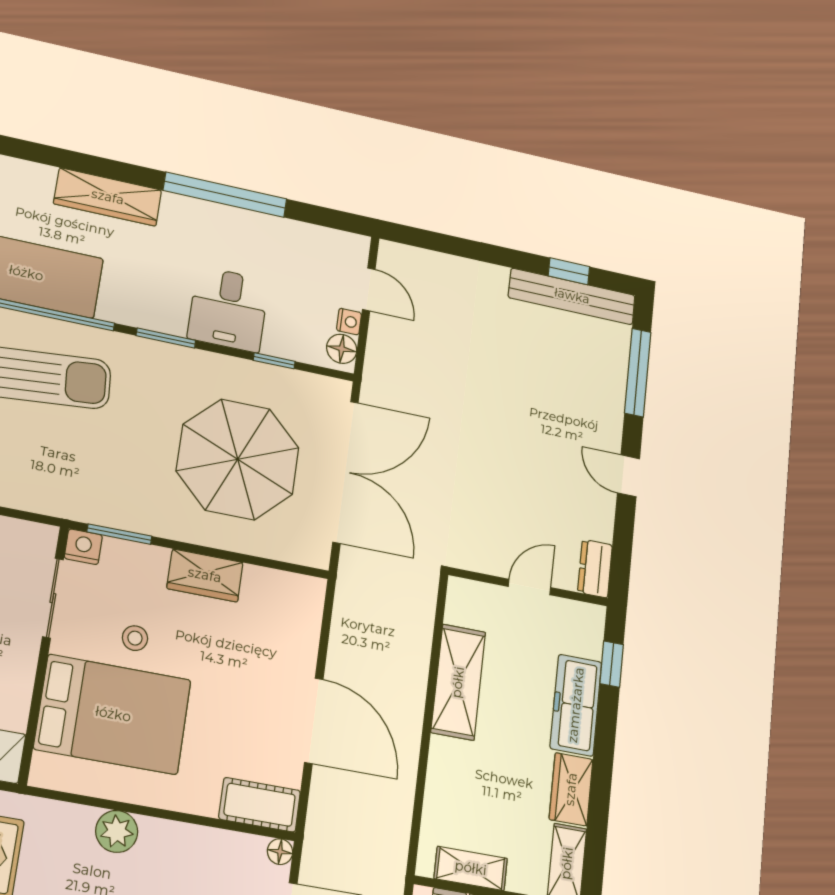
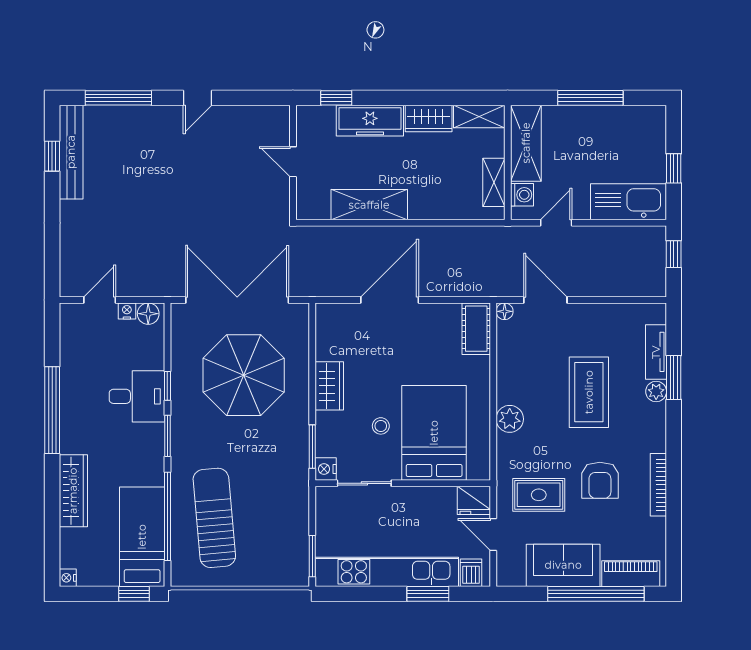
window: (274, 361) -> (167, 386), moved
dresser: (595, 569) -> (270, 116), removed
door: (314, 721) -> (390, 300), moved

